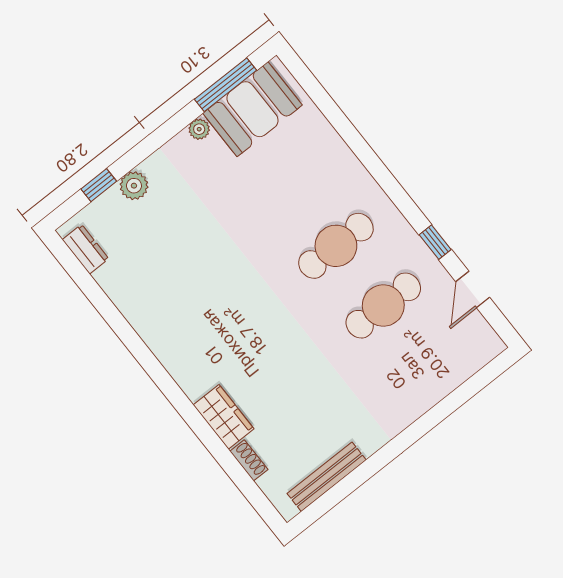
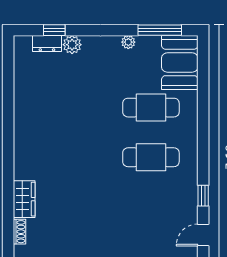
booth: (252, 109) -> (180, 62), moved, turned 90
dresser: (85, 249) -> (47, 43), moved, turned 90
cafe table: (383, 306) -> (151, 108), moved

